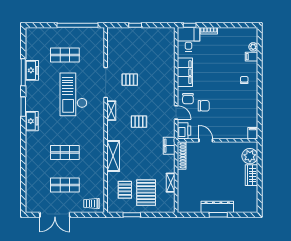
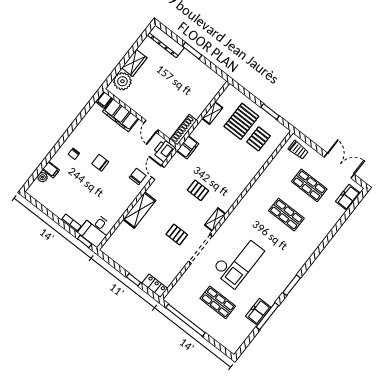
locker: (117, 33) -> (155, 286), added
filing cabinet: (185, 72) -> (121, 115), moved, turned -90
chair: (204, 106) -> (100, 163), moved
freezer: (32, 121) -> (348, 197), moved
shelving: (113, 156) -> (139, 210), moved
dresser: (217, 207) -> (166, 41), moved

